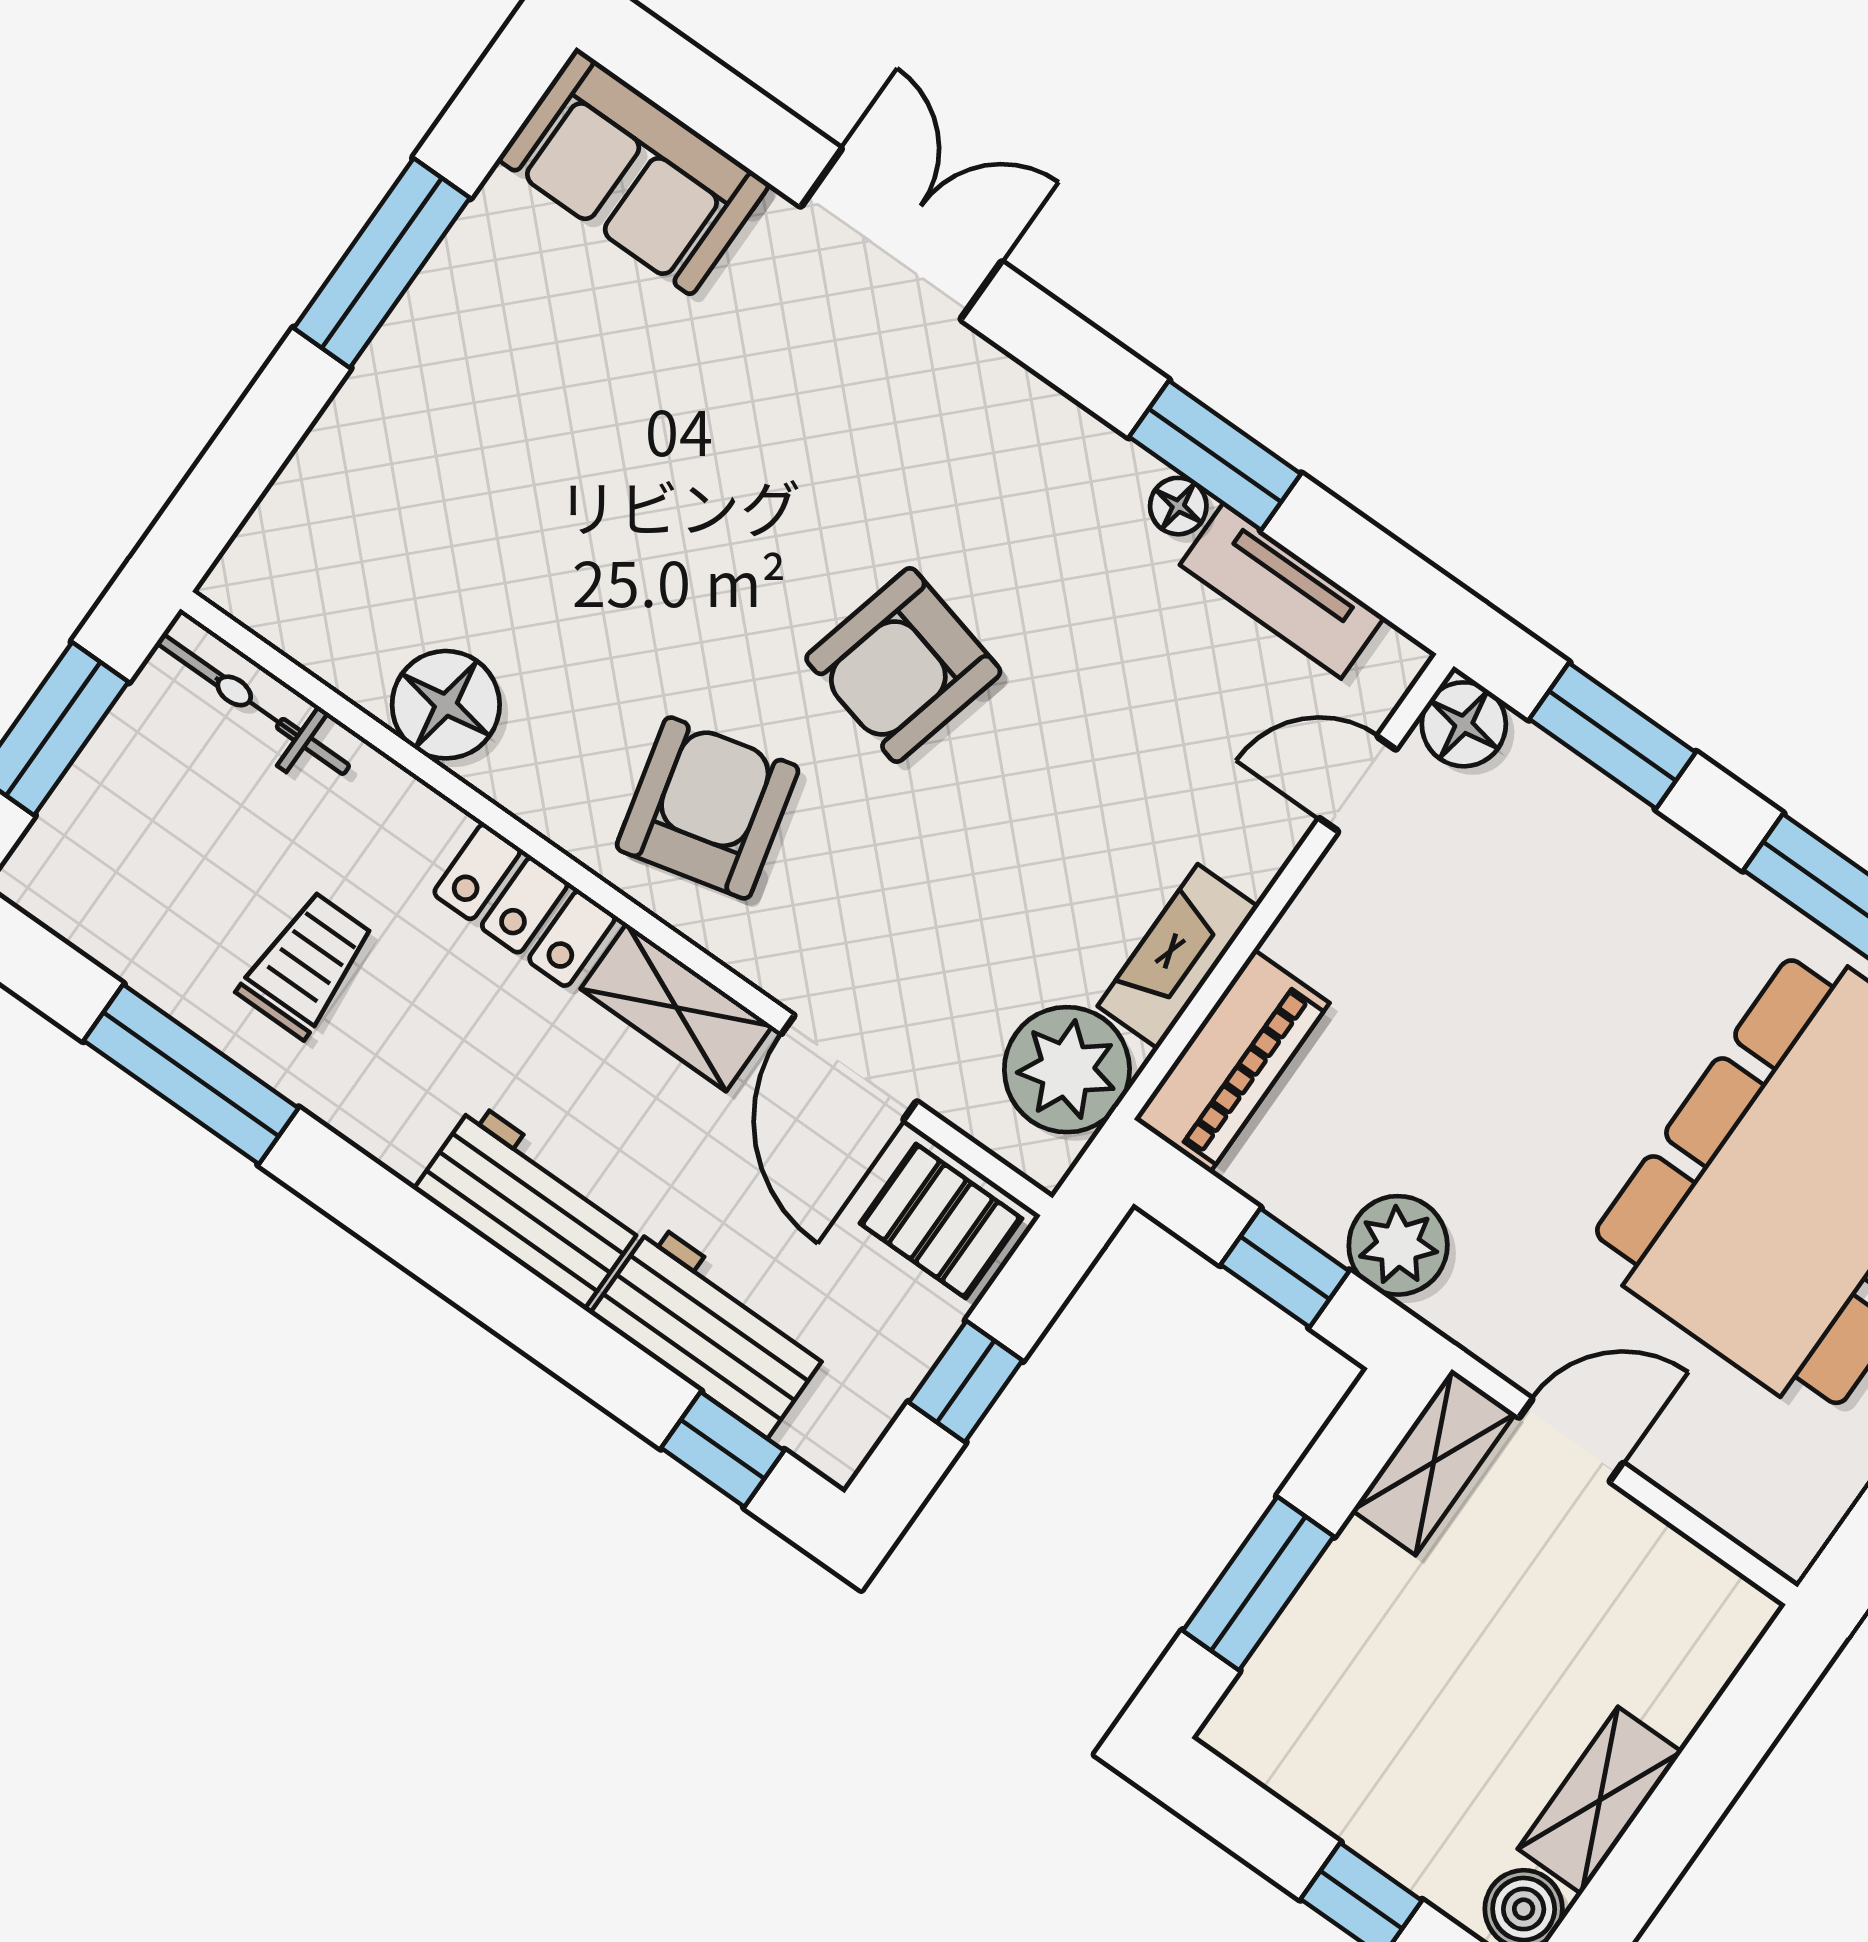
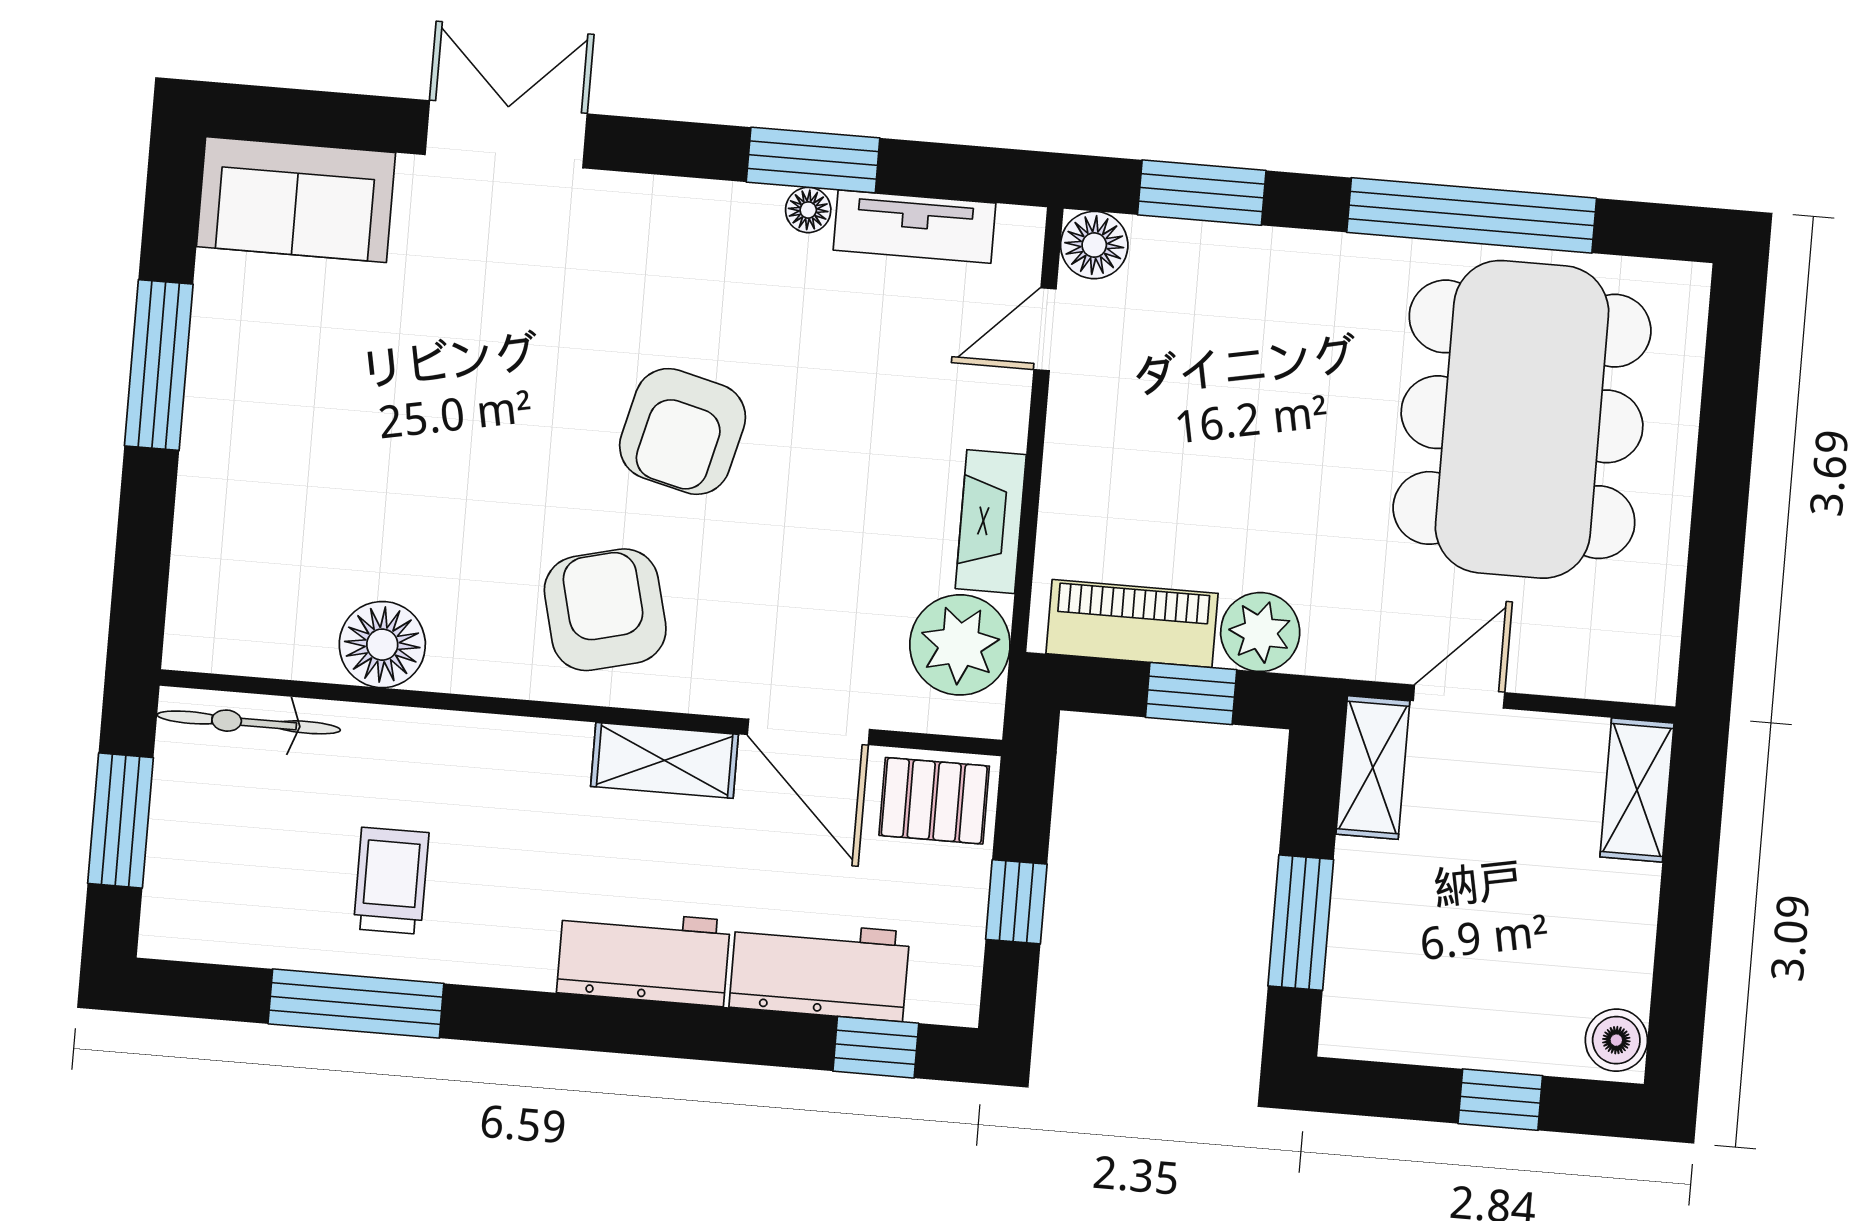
locker: (525, 905) -> (518, 751), removed
piano: (1232, 1061) -> (1132, 624), moved, turned -90
shelving: (1600, 1800) -> (1637, 790), moved

